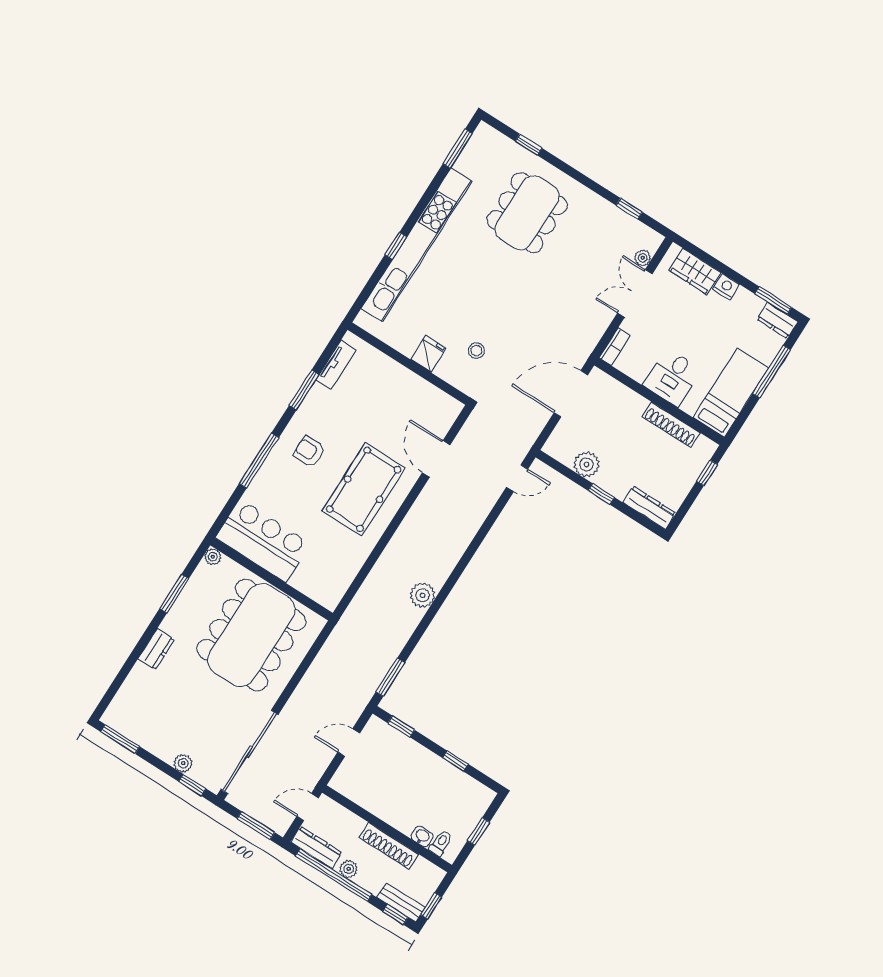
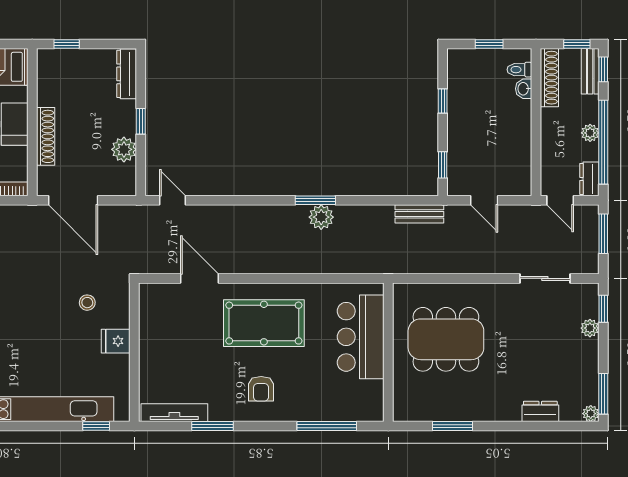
window: (396, 246) -> (96, 426), moved
tv unit: (336, 365) -> (174, 413), width x1.41
shoe rack: (671, 425) -> (46, 136), moved
door: (436, 459) -> (200, 278), swing flipped
window: (259, 460) -> (327, 426), moved
bar counter: (263, 541) -> (361, 337), moved
plant: (213, 557) -> (591, 414), moved
dining table: (251, 635) -> (446, 339), width x0.73, depth x0.80
dresser: (156, 649) -> (540, 411), moved
window: (390, 677) -> (315, 200), moved
bench: (372, 680) -> (419, 214), added
sliding door: (249, 752) -> (545, 278), width x0.54
shoe rack: (389, 846) -> (549, 78), moved
dresser: (316, 847) -> (589, 179), width x0.70

